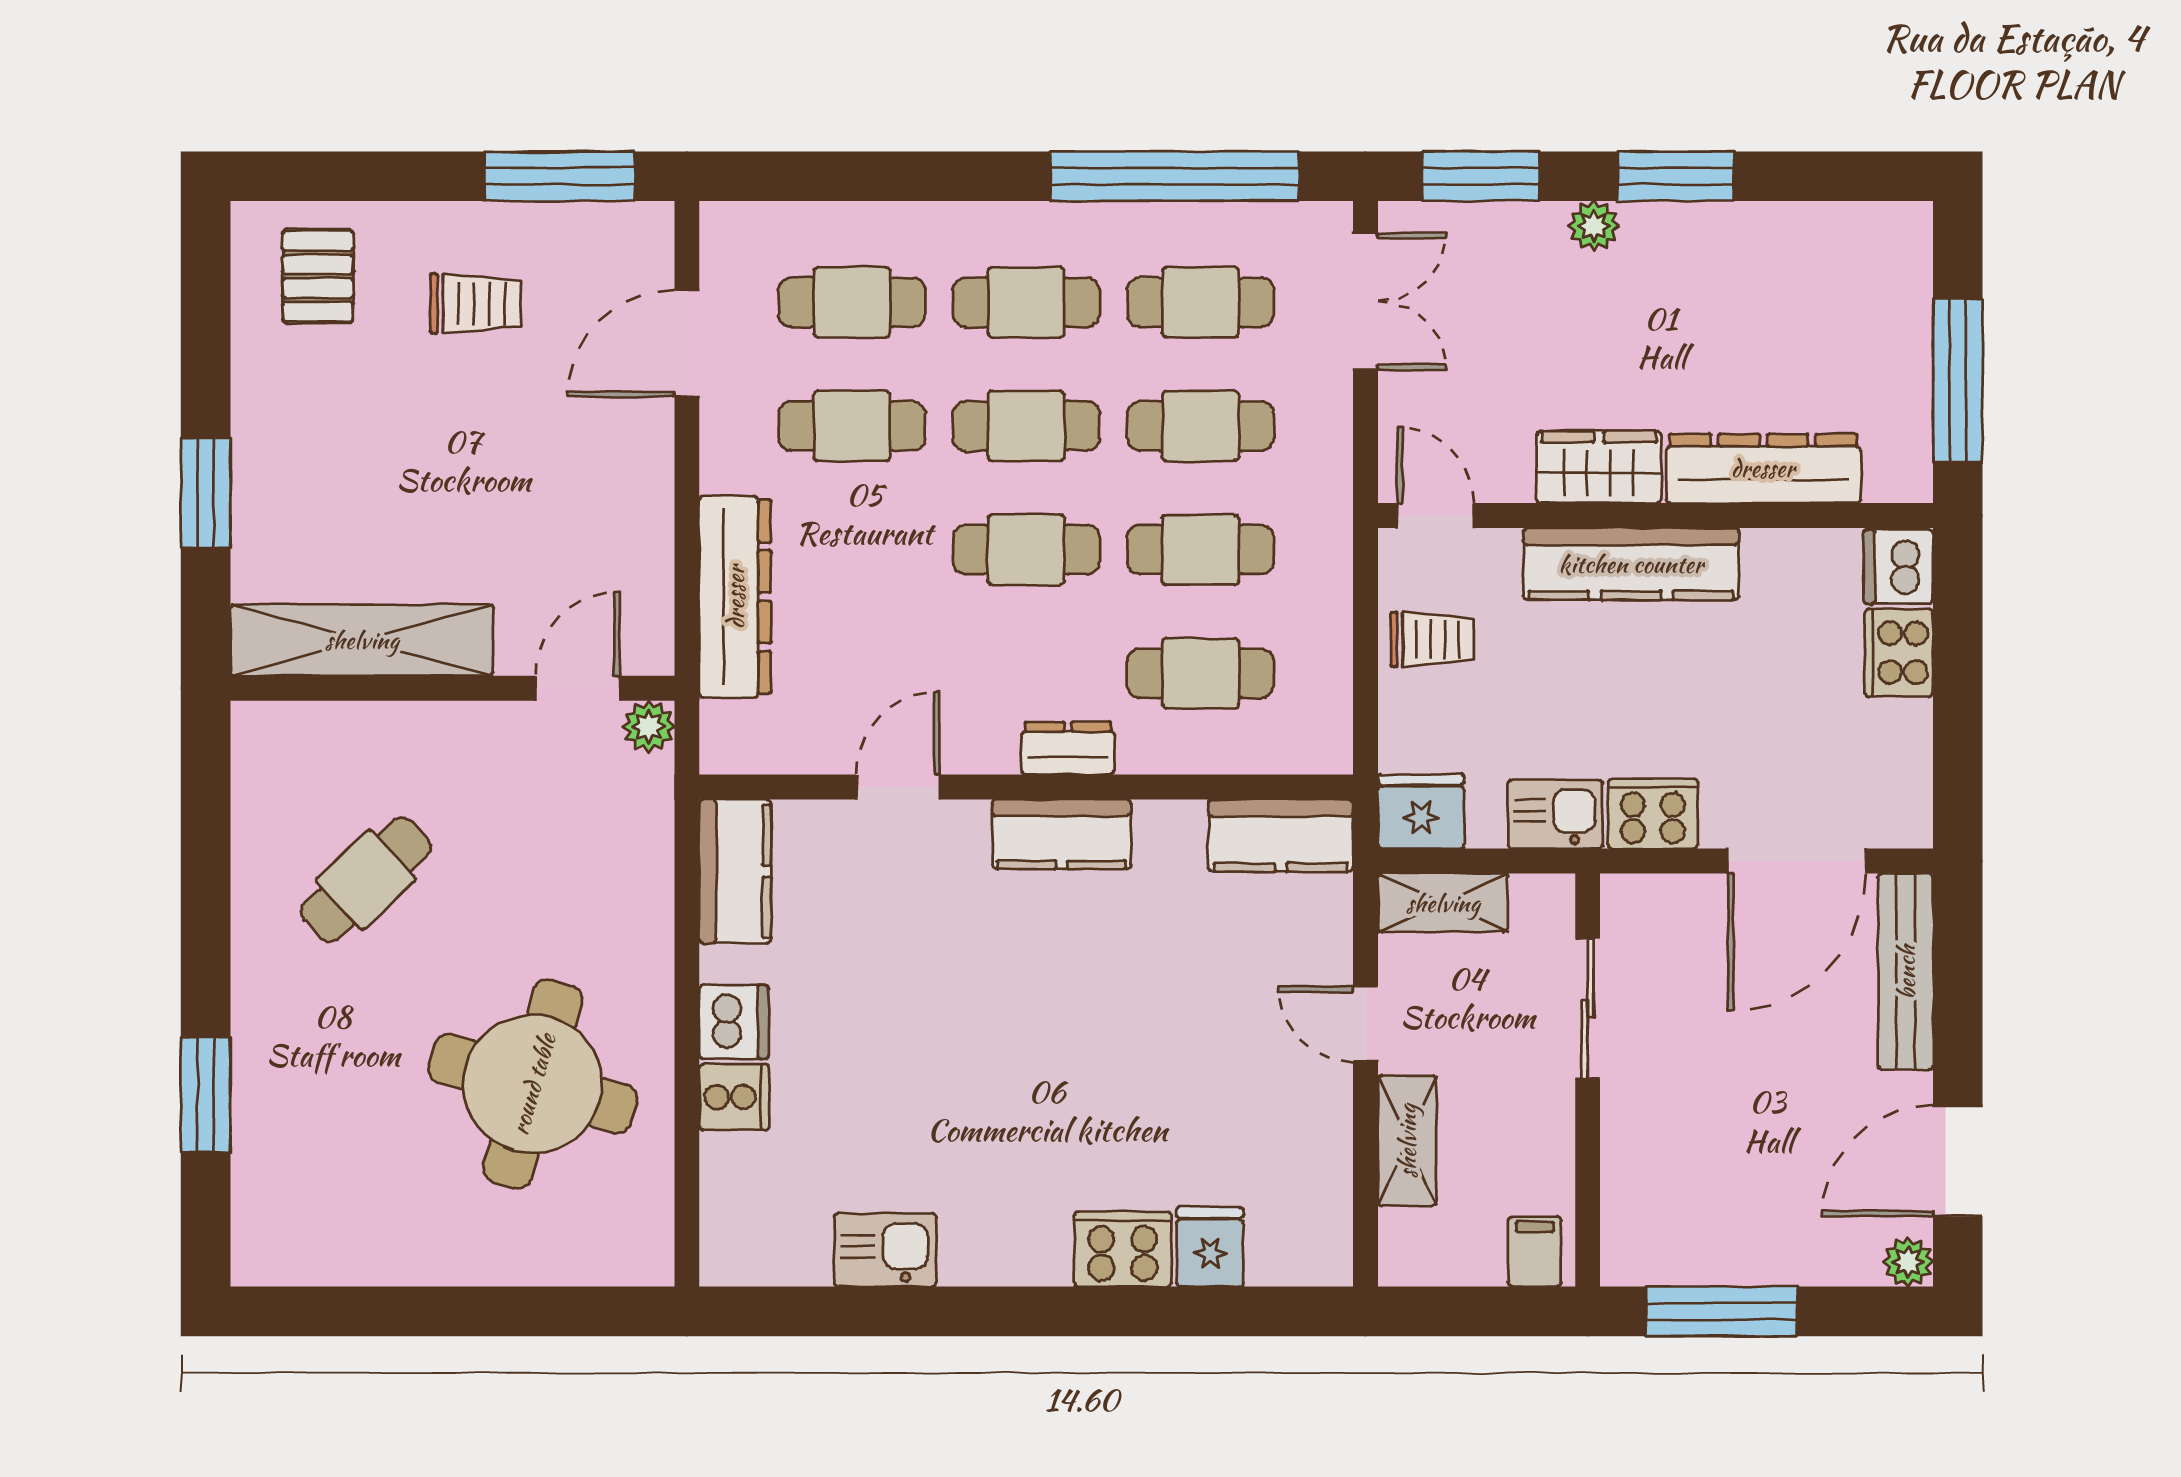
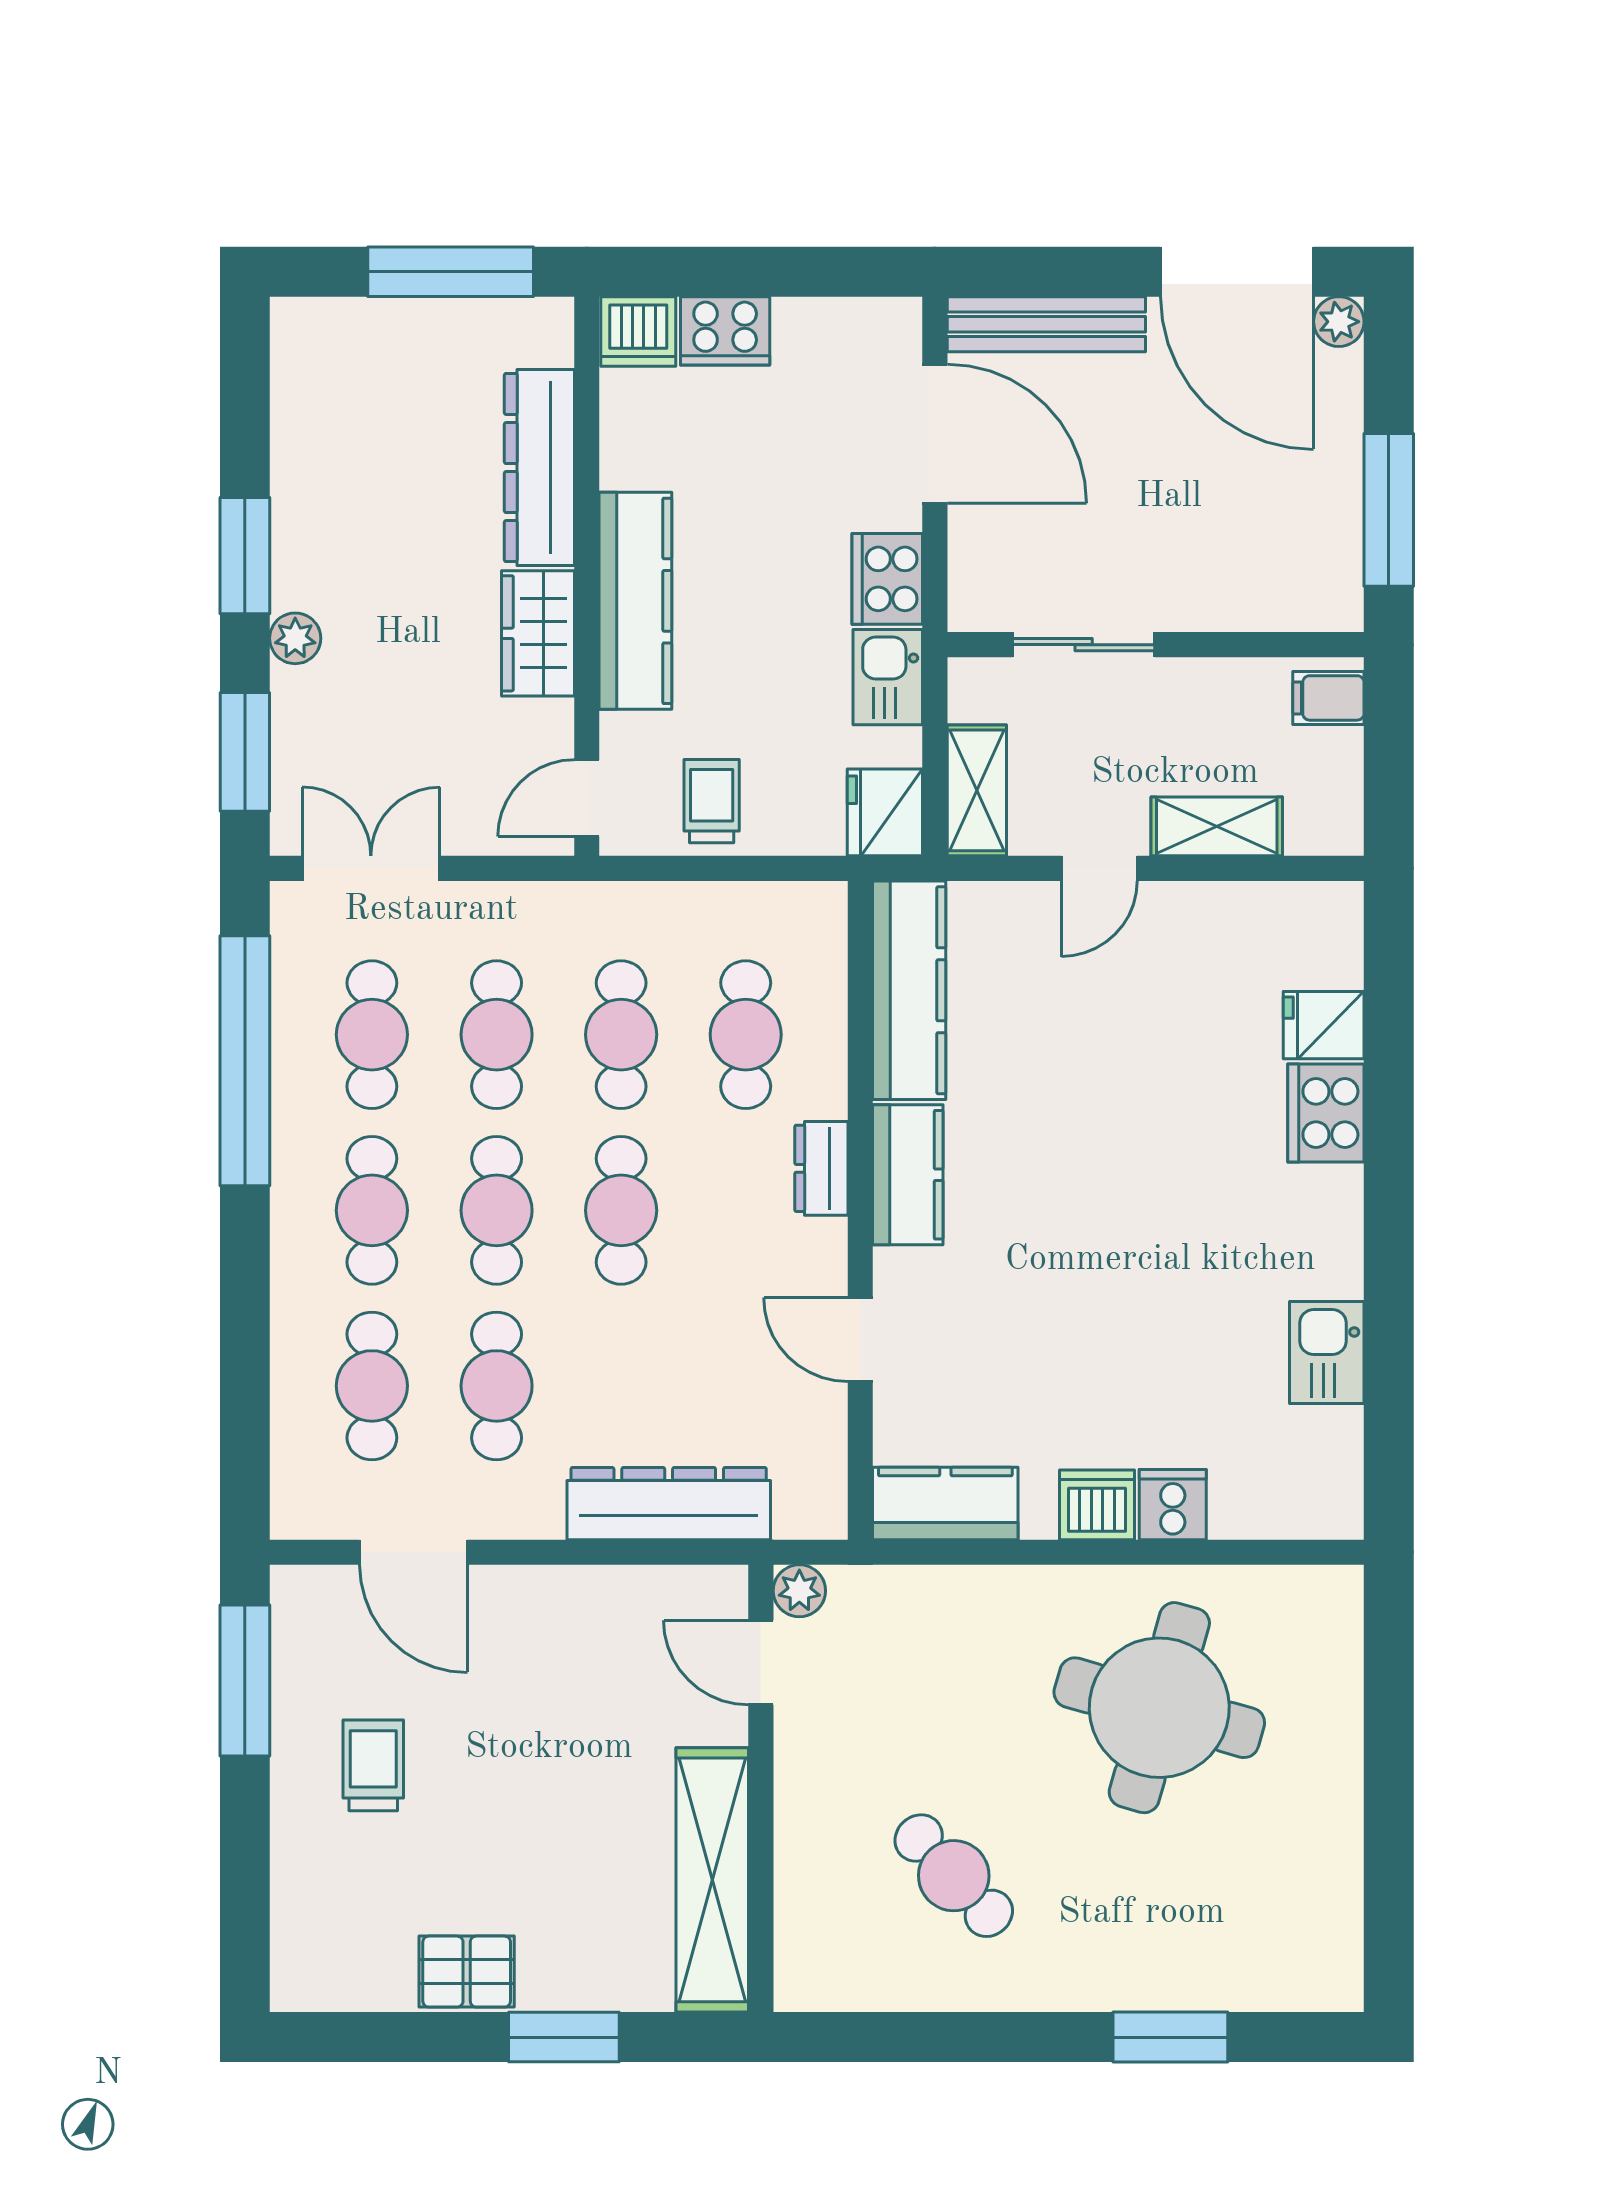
pallet: (318, 276) -> (467, 1972), moved
kitchen counter: (1281, 836) -> (909, 990), width x1.50
door: (1958, 1161) -> (1237, 272), width x1.36

